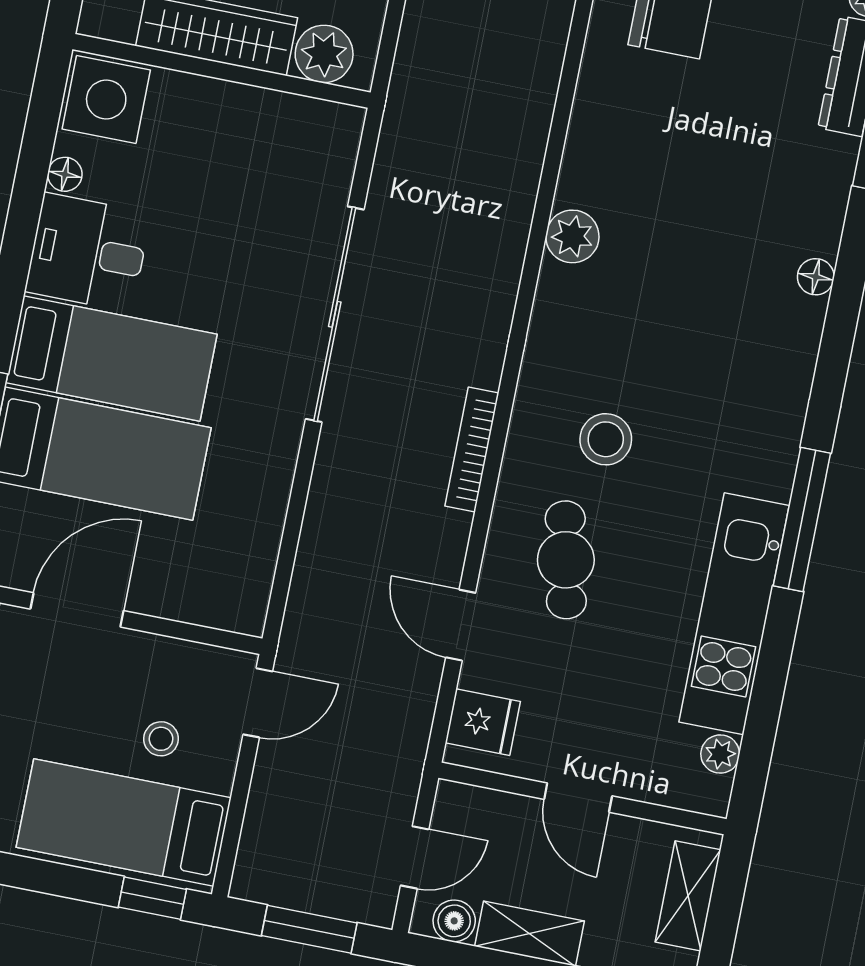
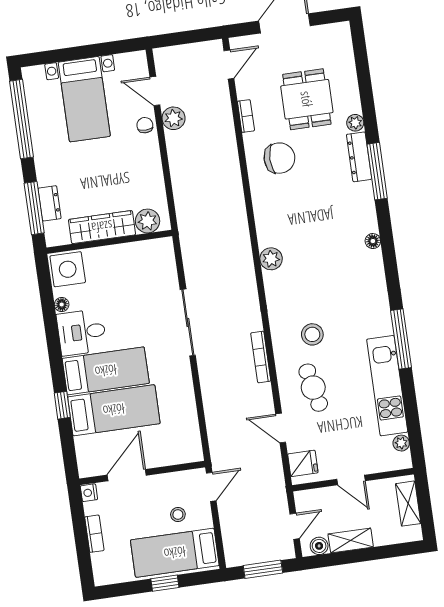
sliding door: (335, 314) -> (188, 323), width x0.73
window: (152, 898) -> (165, 583), moved

